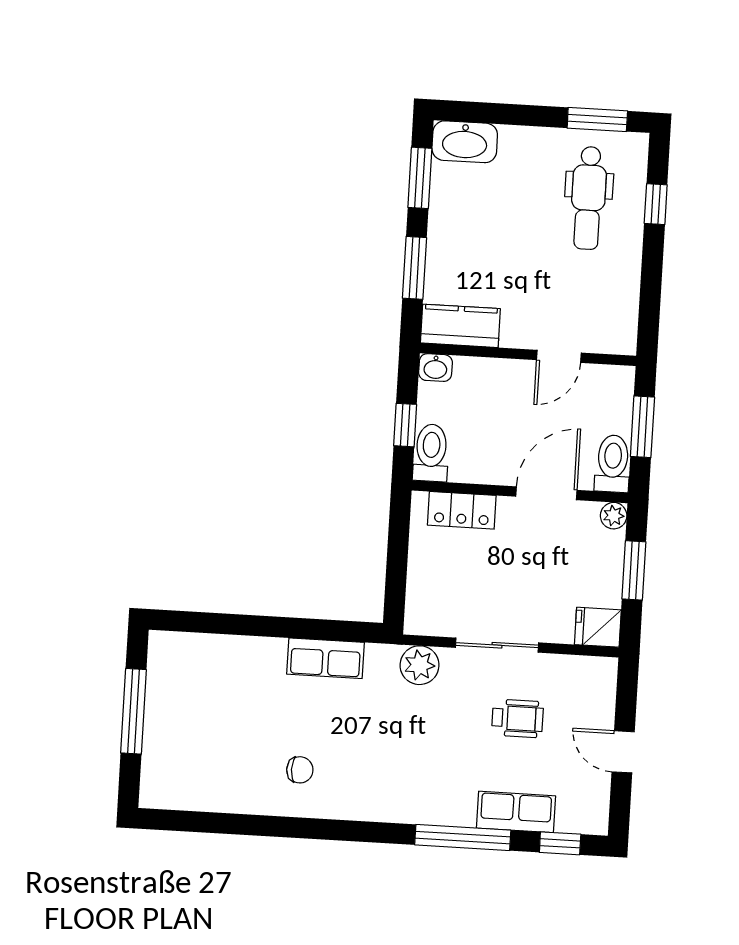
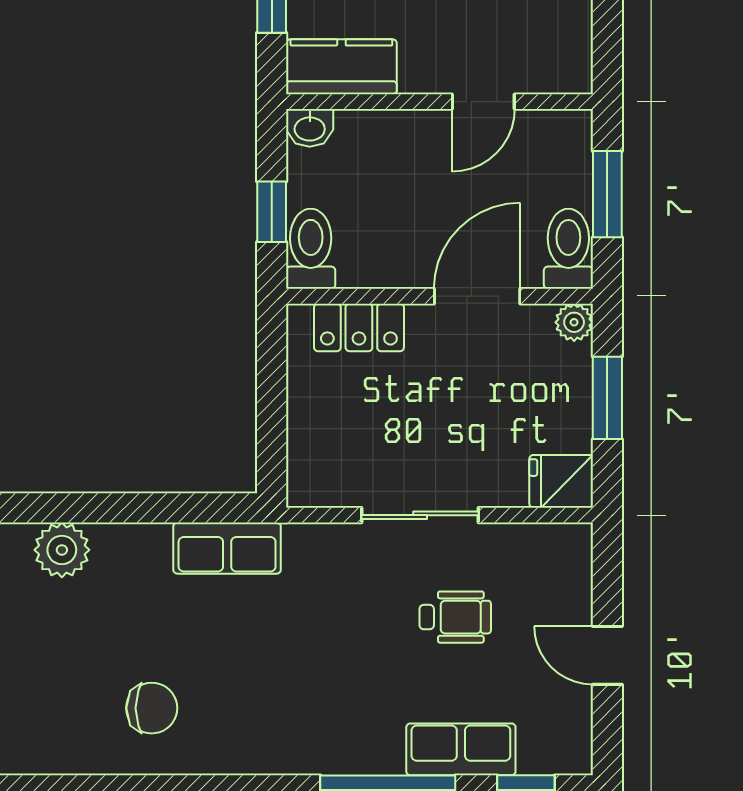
row of seats: (326, 658) -> (227, 548), moved
plant: (420, 665) -> (62, 550), moved
chair: (300, 770) -> (152, 708), width x1.37, depth x1.37

